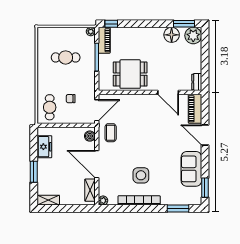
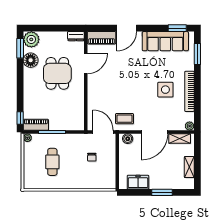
dining table: (130, 74) -> (57, 73), moved
cafe table: (50, 107) -> (100, 177), removed
sofa: (191, 169) -> (165, 41), width x1.36
shelving: (48, 200) -> (189, 167), moved

